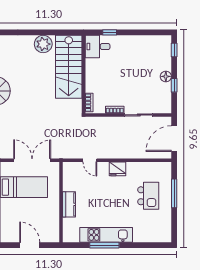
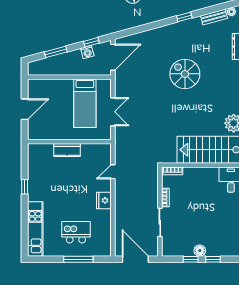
window: (174, 50) -> (213, 259), moved
double door: (32, 160) -> (113, 112), width x0.73
kitchen island: (148, 196) -> (76, 232), turned 180
kitchen unit: (106, 235) -> (35, 229), moved
window: (104, 245) -> (25, 187), width x0.46

